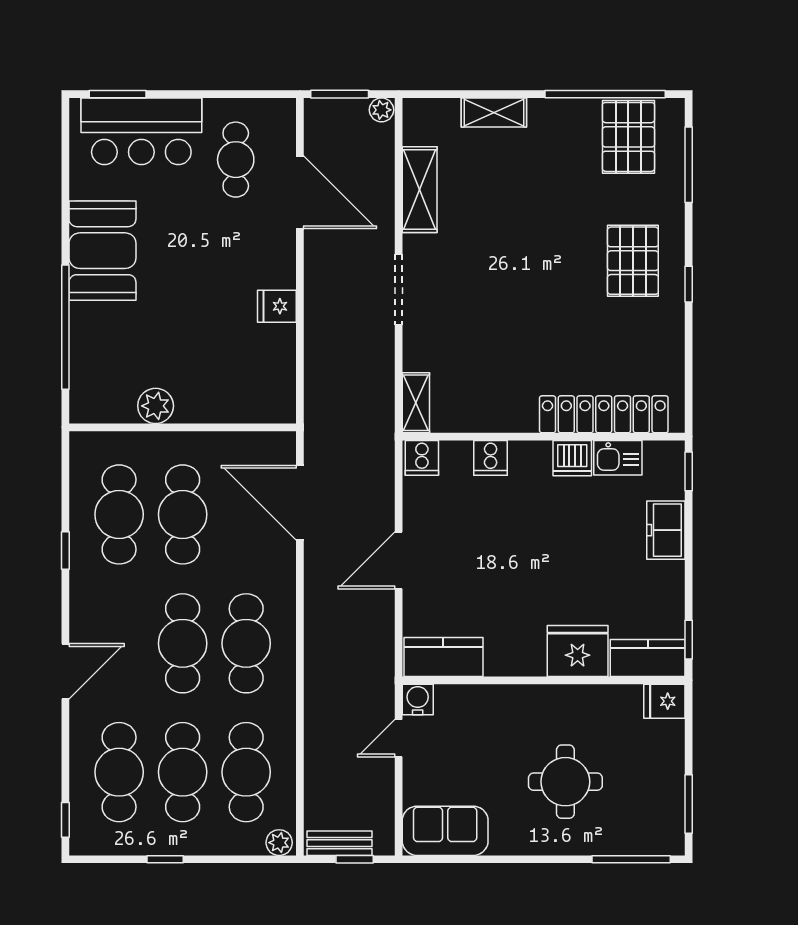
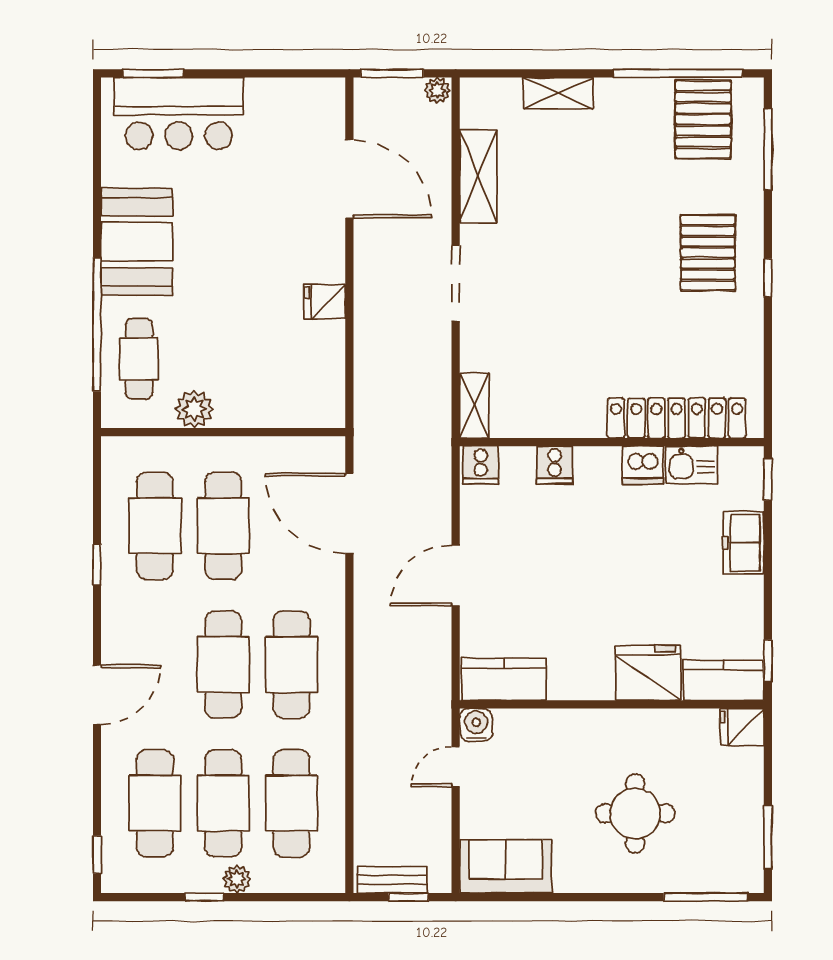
cafe table: (236, 160) -> (139, 359), moved
plant: (279, 843) -> (237, 879), moved

